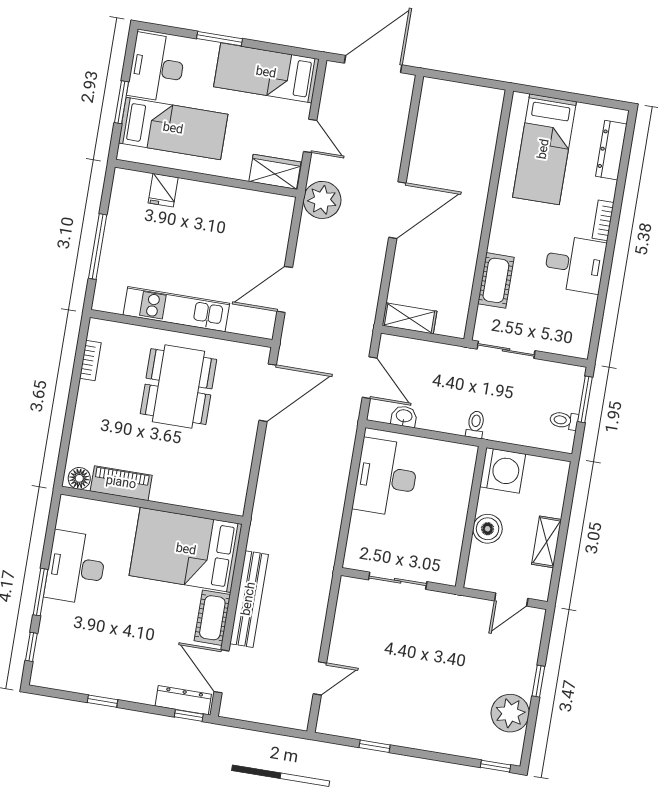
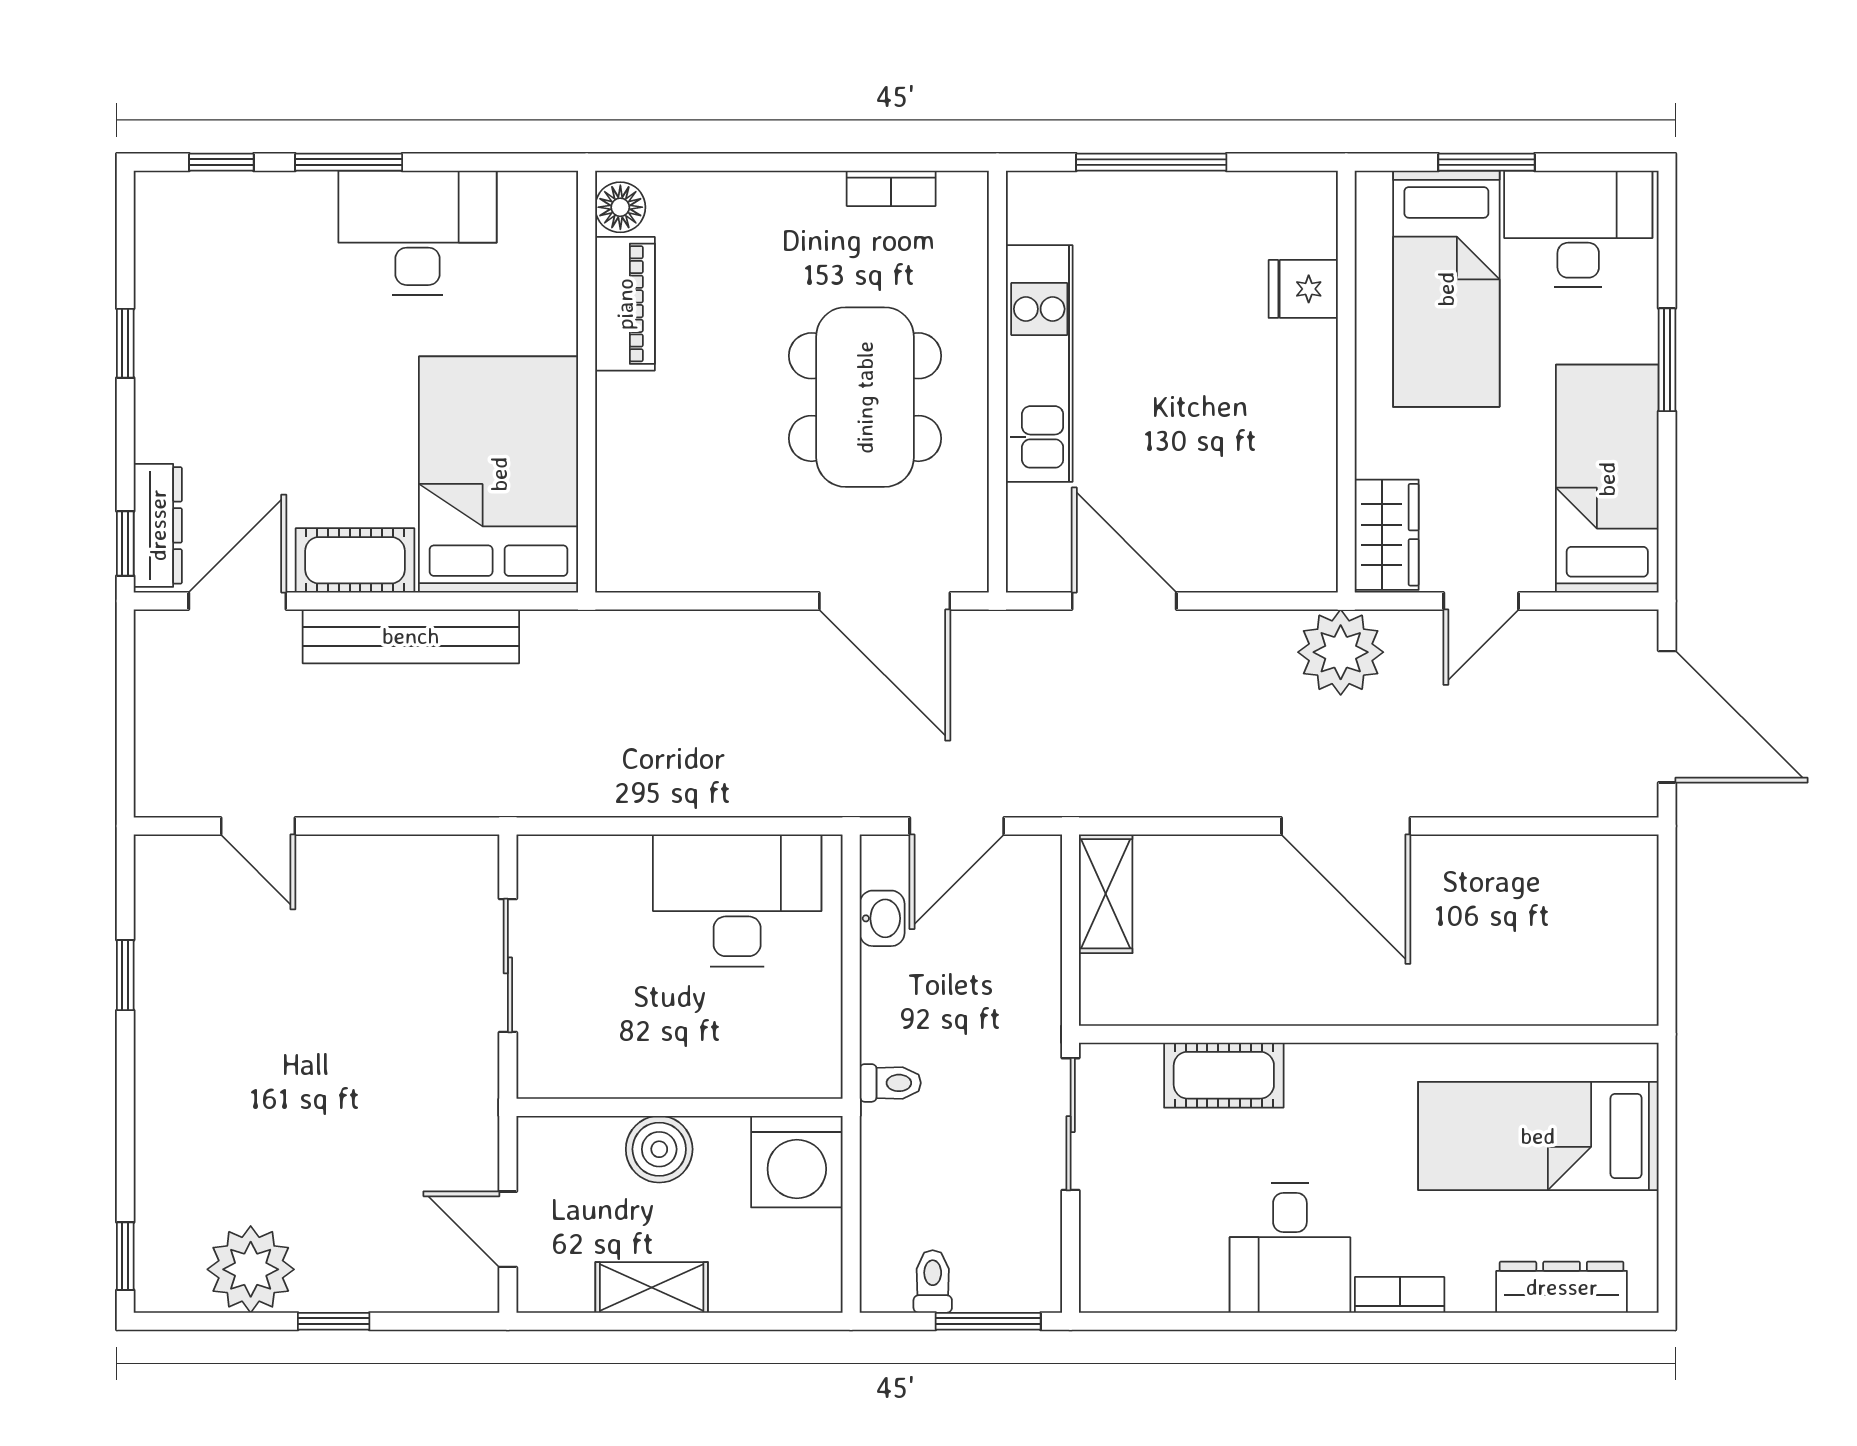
dining table: (178, 387) -> (865, 397), turned 90

